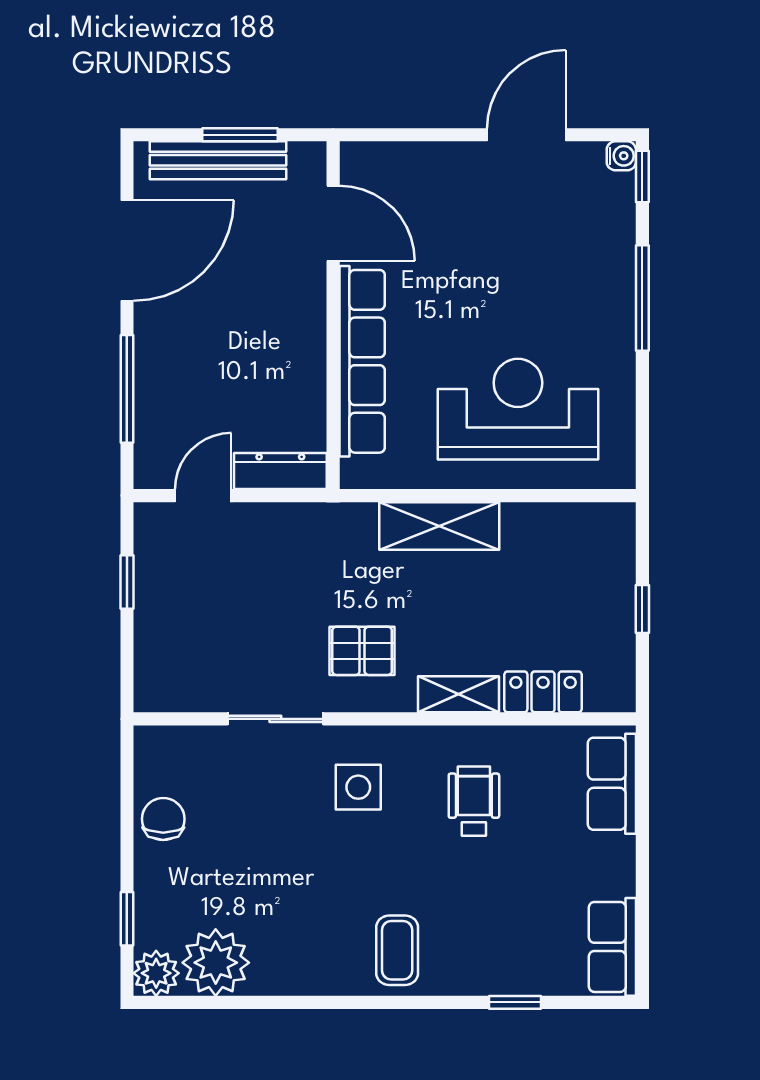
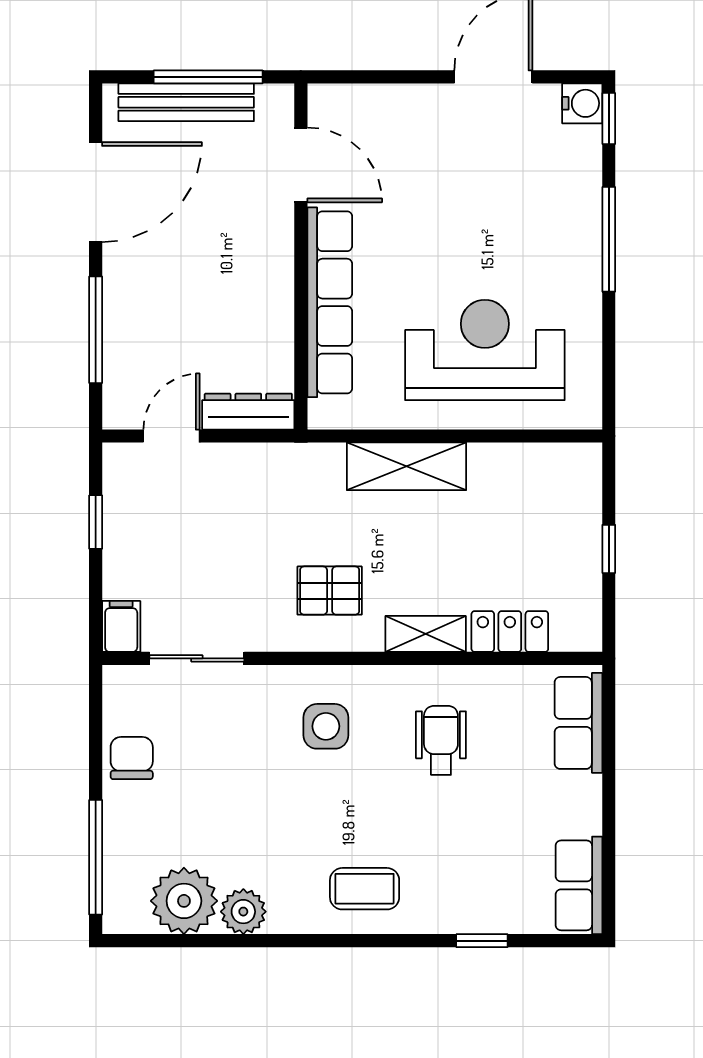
window: (240, 135) -> (208, 77), width x1.44
water cooler: (621, 156) -> (582, 103), width x1.38, depth x1.38
filing cabinet: (153, 687) -> (121, 626), added
sliding door: (275, 719) -> (197, 658), moved
window: (127, 919) -> (96, 857), width x2.17
coffee table: (397, 950) -> (365, 889), turned 90
plant: (156, 973) -> (243, 912), moved

